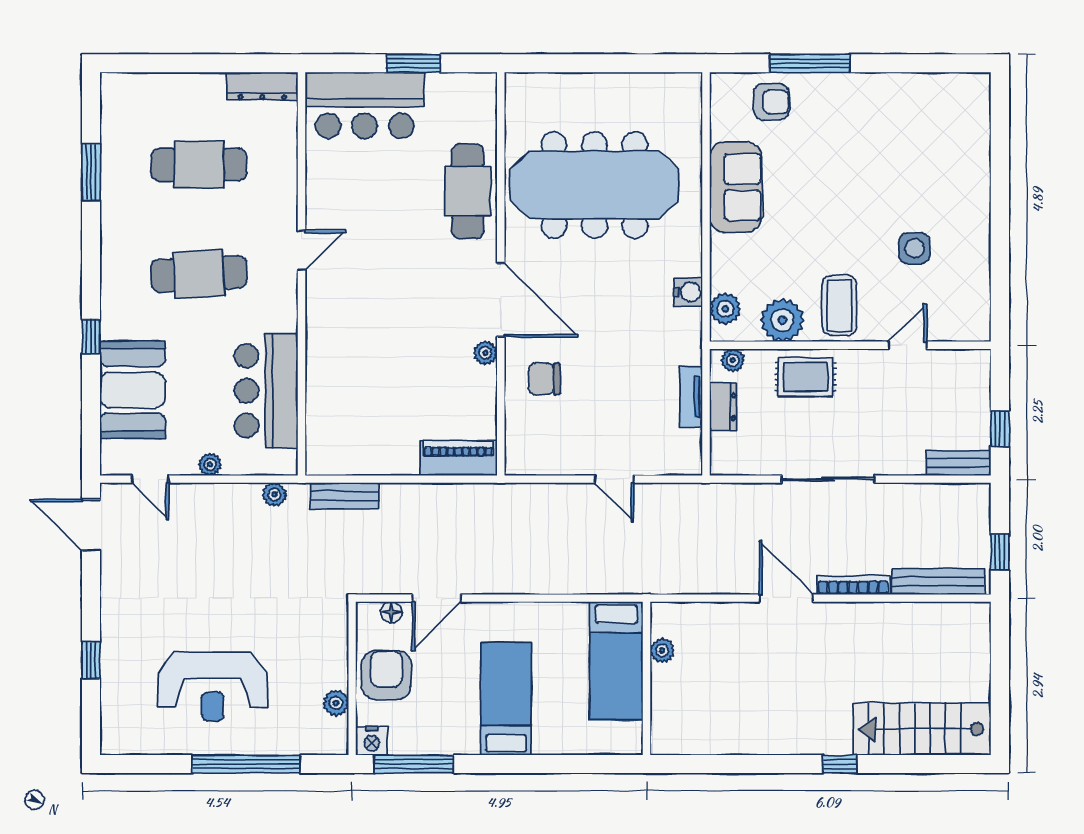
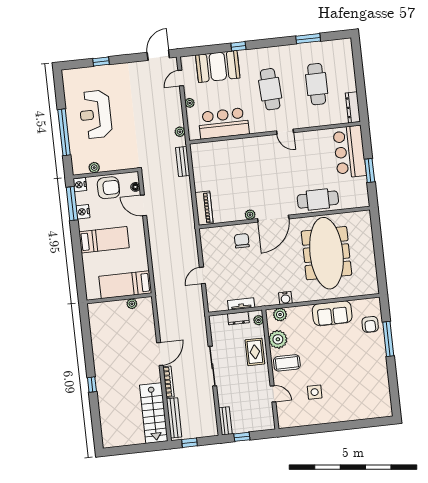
stairs: (922, 729) -> (154, 413), moved, turned 180
nightstand: (436, 741) -> (83, 212), added

